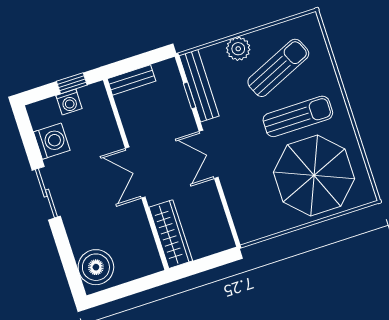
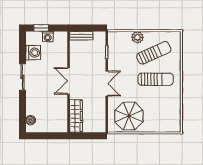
window: (72, 83) -> (41, 28), moved
bench: (199, 86) -> (113, 49), removed
double door: (209, 154) -> (107, 84), swing flipped
parasol: (314, 176) -> (129, 116), moved, width x0.73, depth x0.73
boiler: (96, 267) -> (31, 120), width x0.54, depth x0.54

